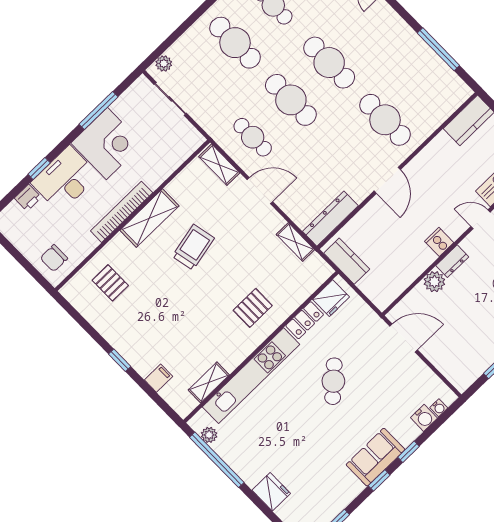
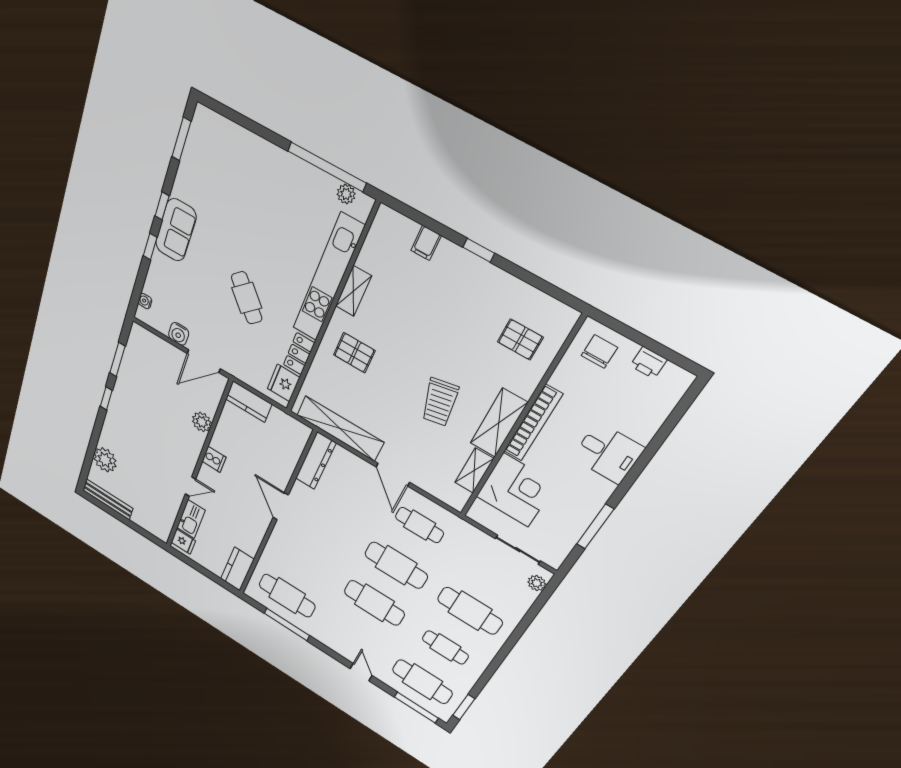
cafe table: (385, 120) -> (287, 596), moved
corner desk: (107, 143) -> (516, 490), moved, turned 180
shelving: (219, 165) -> (474, 471), moved, turned 90
window: (39, 168) -> (649, 452), removed
desk: (65, 179) -> (608, 453), width x0.73
door: (260, 191) -> (393, 475), hinge flipped
printer: (28, 198) -> (648, 363), moved, turned -90
shelving: (295, 242) -> (340, 429), width x2.20, depth x1.33
kitchen counter: (347, 261) -> (249, 402), moved
dresser: (452, 261) -> (196, 444), removed
pallet: (253, 308) -> (354, 353), turned 90
shelving: (209, 382) -> (353, 291), moved
water cooler: (424, 418) -> (179, 334), moved, turned -90
fridge: (271, 492) -> (257, 151), removed

